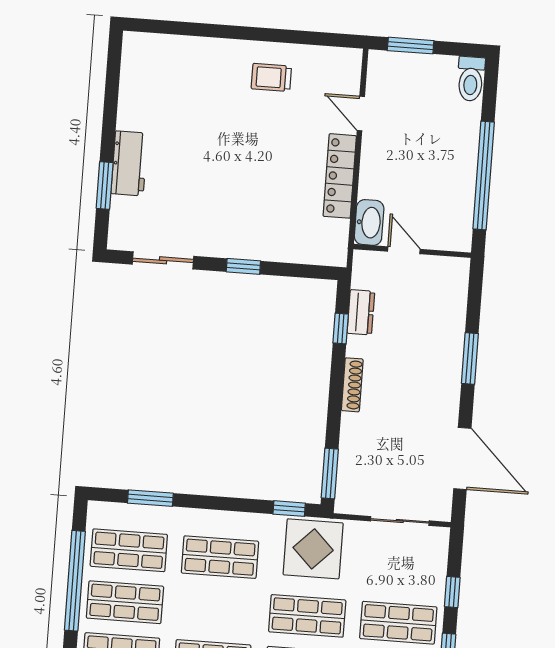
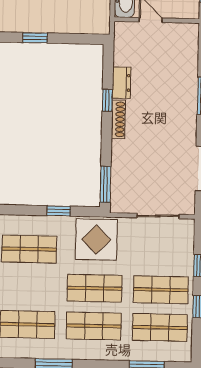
dresser: (361, 312) -> (122, 83), moved
window: (341, 328) -> (107, 100), moved
window: (289, 509) -> (59, 211), moved

